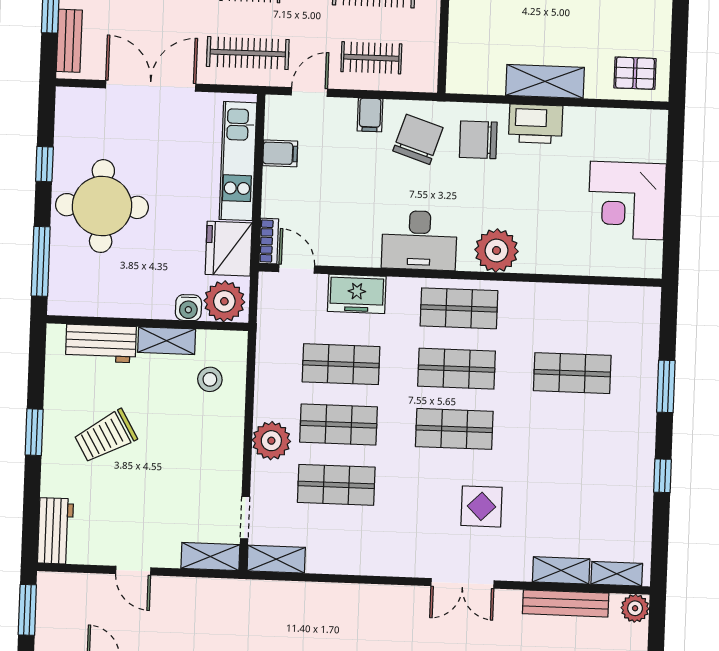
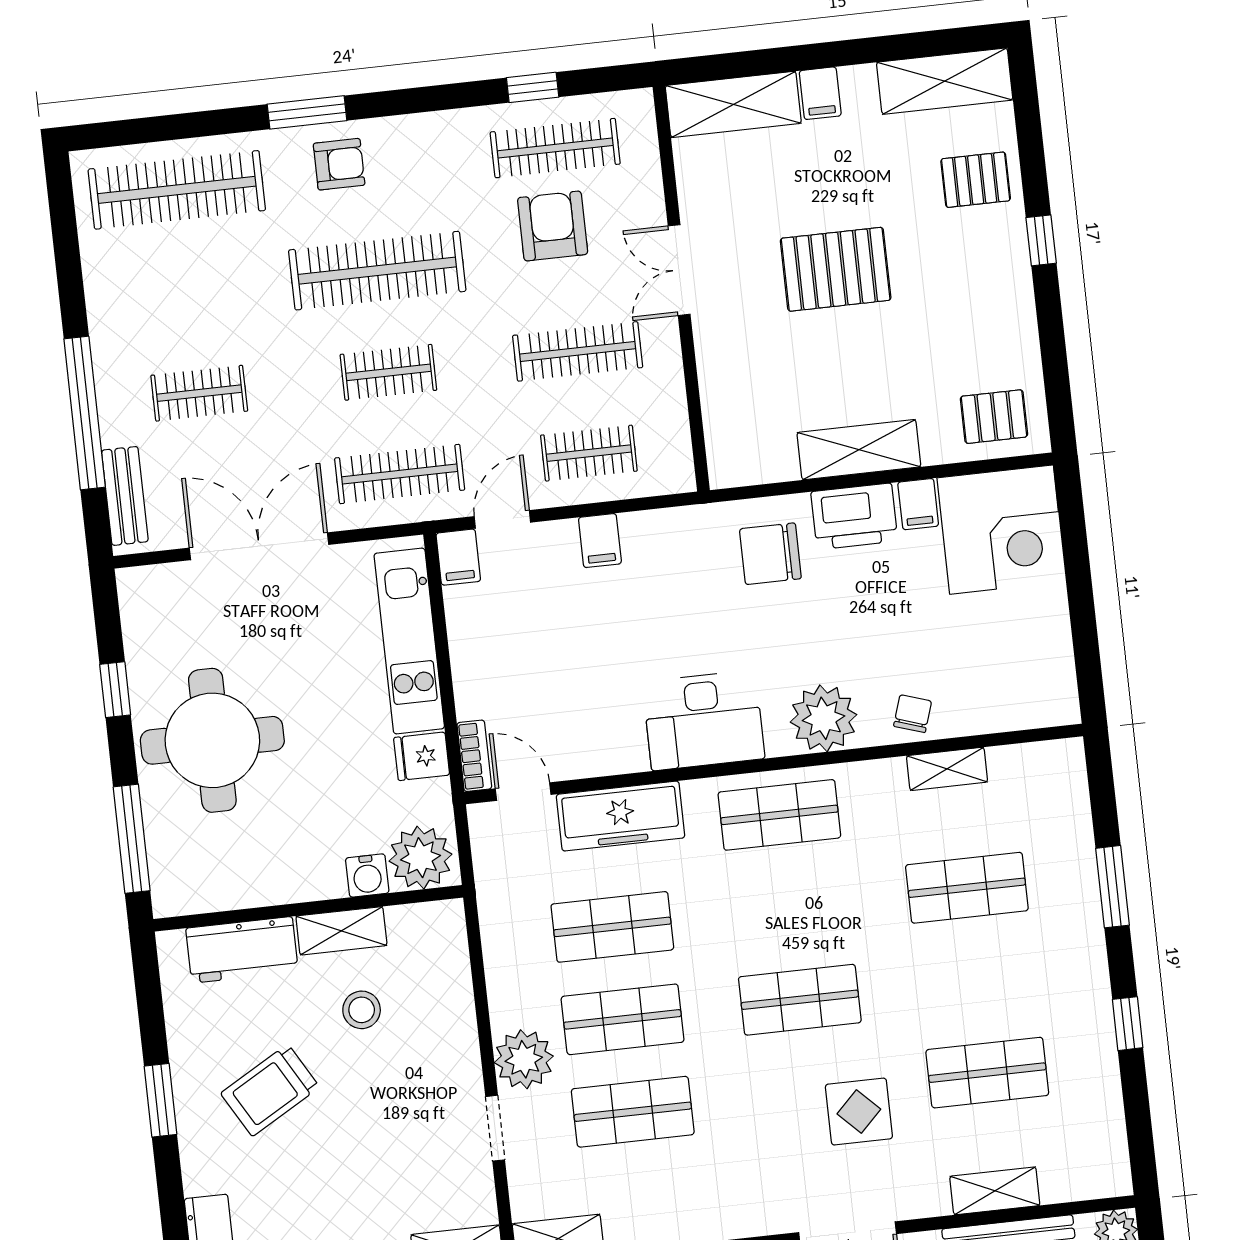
filing cabinet: (578, 122) -> (918, 504), added
chair: (418, 139) -> (913, 714), moved, width x0.54, depth x0.54
filing cabinet: (280, 153) -> (458, 557), moved, turned 90
corner desk: (627, 201) -> (1001, 530), moved, turned -90
fridge: (229, 249) -> (422, 756), width x0.53, depth x0.75
freezer: (357, 294) -> (621, 816), width x1.40
shop shelf: (457, 369) -> (987, 1073), moved
stool: (210, 379) -> (362, 1010), moved
doorway: (245, 518) -> (495, 1128), moved
shelving: (617, 574) -> (947, 769), moved

